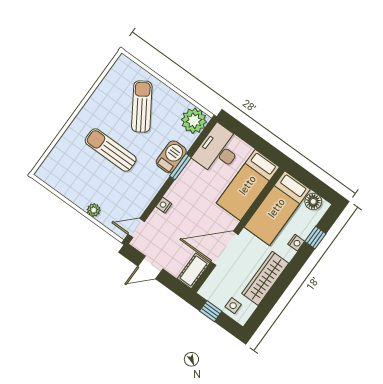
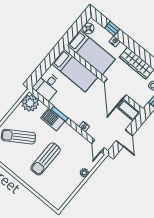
desk: (218, 150) -> (47, 86), width x0.73

